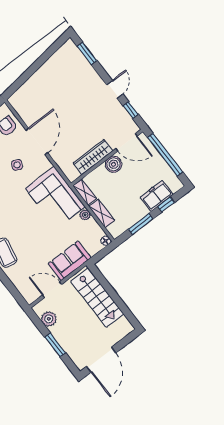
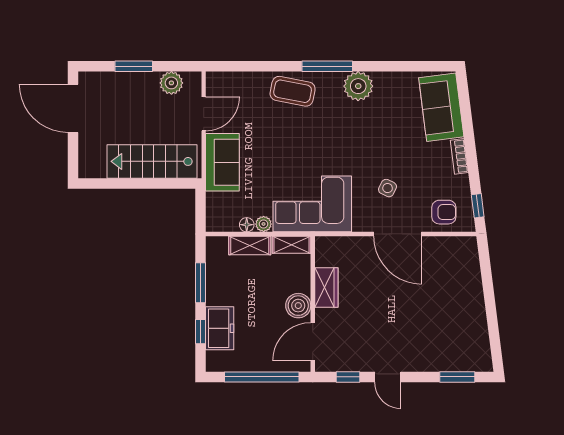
wardrobe: (93, 157) -> (326, 288), width x0.67
floor lamp: (106, 241) -> (247, 225), moved

